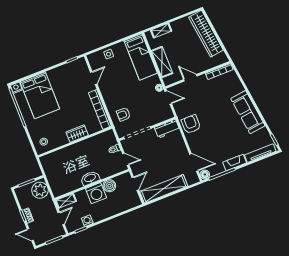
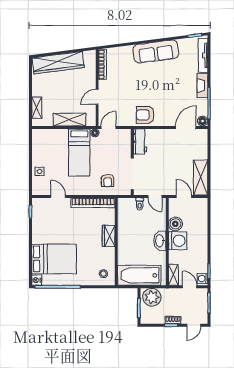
bed: (141, 57) -> (79, 152), moved, turned 90
door: (126, 159) -> (155, 196), swing flipped
bathtub: (54, 172) -> (139, 275), added
shelving: (164, 189) -> (201, 177), width x0.68
washing machine: (87, 221) -> (203, 278), moved

